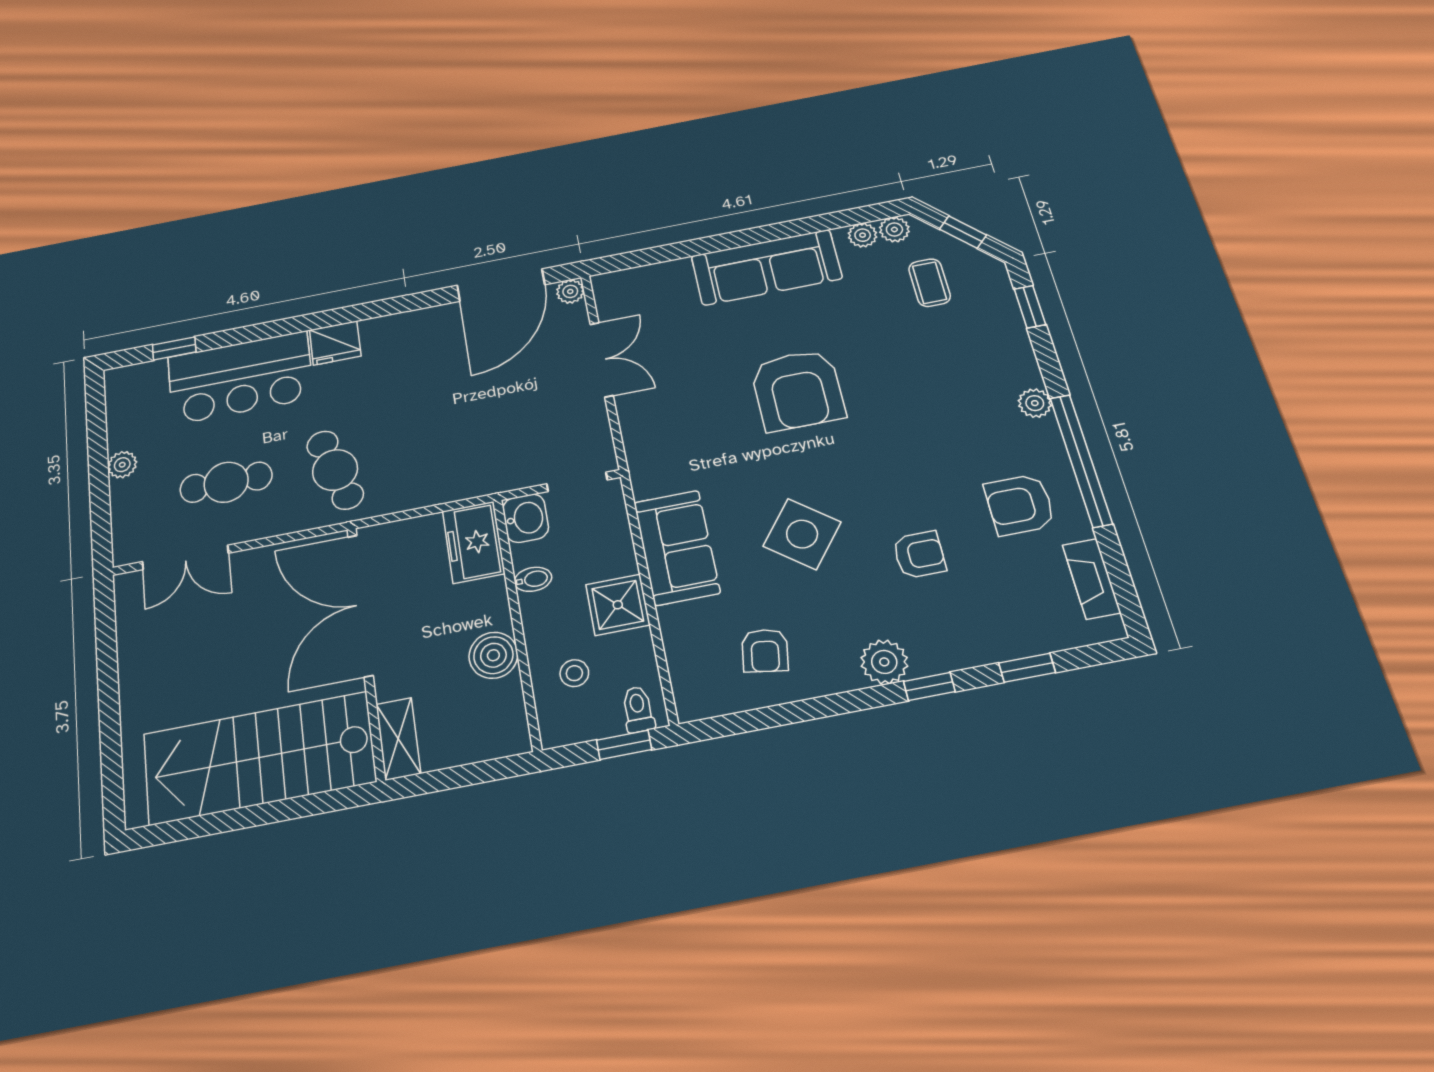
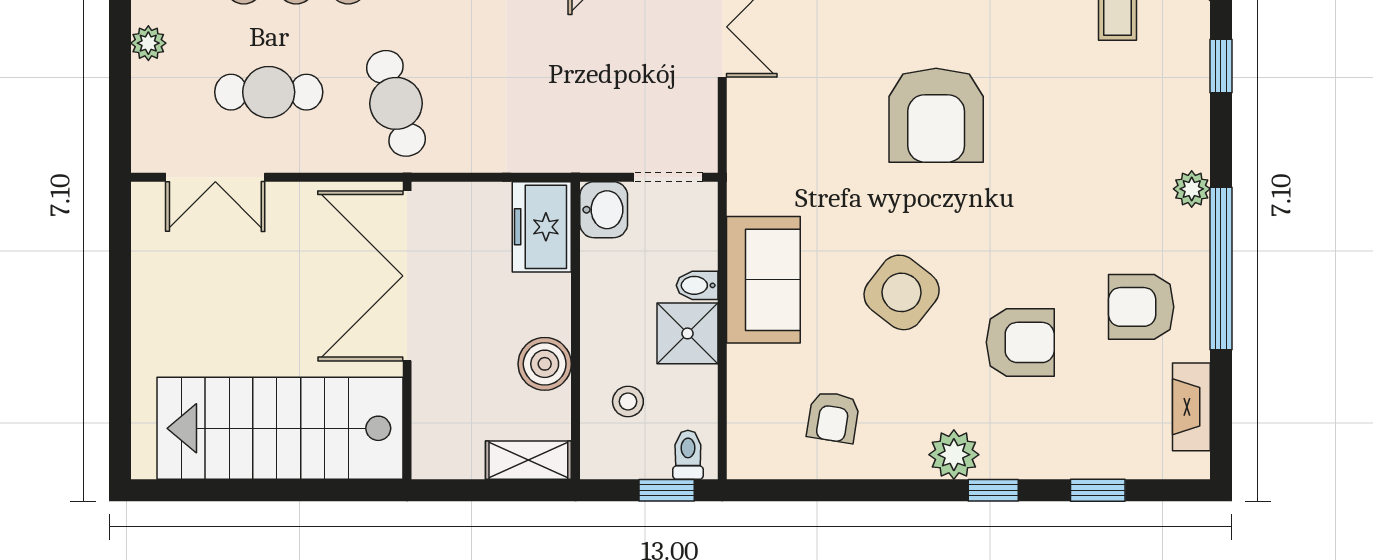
armchair: (919, 555) -> (1020, 342), width x1.38, depth x1.38
bidet: (533, 579) -> (697, 285), moved, turned 180
shelving: (398, 739) -> (528, 460), moved, turned 90

